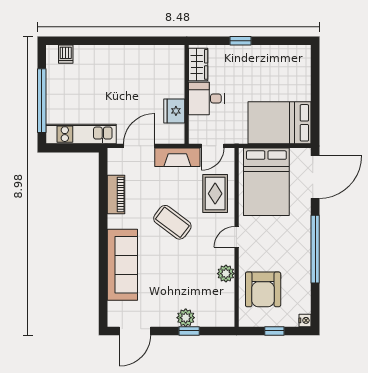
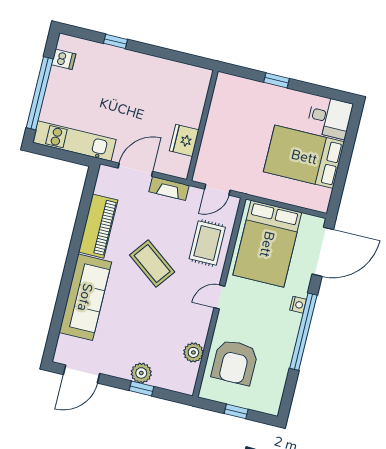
window: (95, 41) -> (115, 41), added
dishwasher: (66, 54) -> (64, 59), moved, turned -90
wardrobe: (198, 64) -> (223, 95), removed
desk: (206, 98) -> (330, 117), moved, turned 180
bed: (280, 123) -> (304, 157), moved
fireplace: (177, 157) -> (169, 188), width x0.73, depth x0.76
piano: (116, 195) -> (98, 226), width x1.37, depth x1.33
plant: (226, 274) -> (193, 352), moved
nightstand: (305, 320) -> (298, 305), moved

